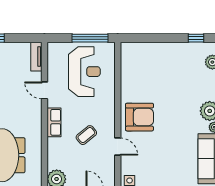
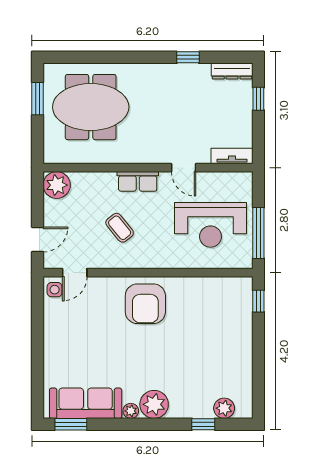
window: (196, 38) -> (258, 301), moved
door: (44, 90) -> (184, 168), swing flipped
door: (118, 147) -> (75, 273), moved

